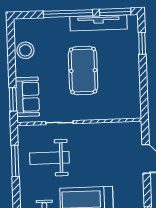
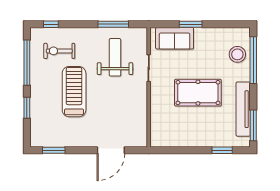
window: (68, 14) -> (253, 60), moved
stool: (25, 50) -> (237, 54), moved
window: (13, 99) -> (191, 24), moved

